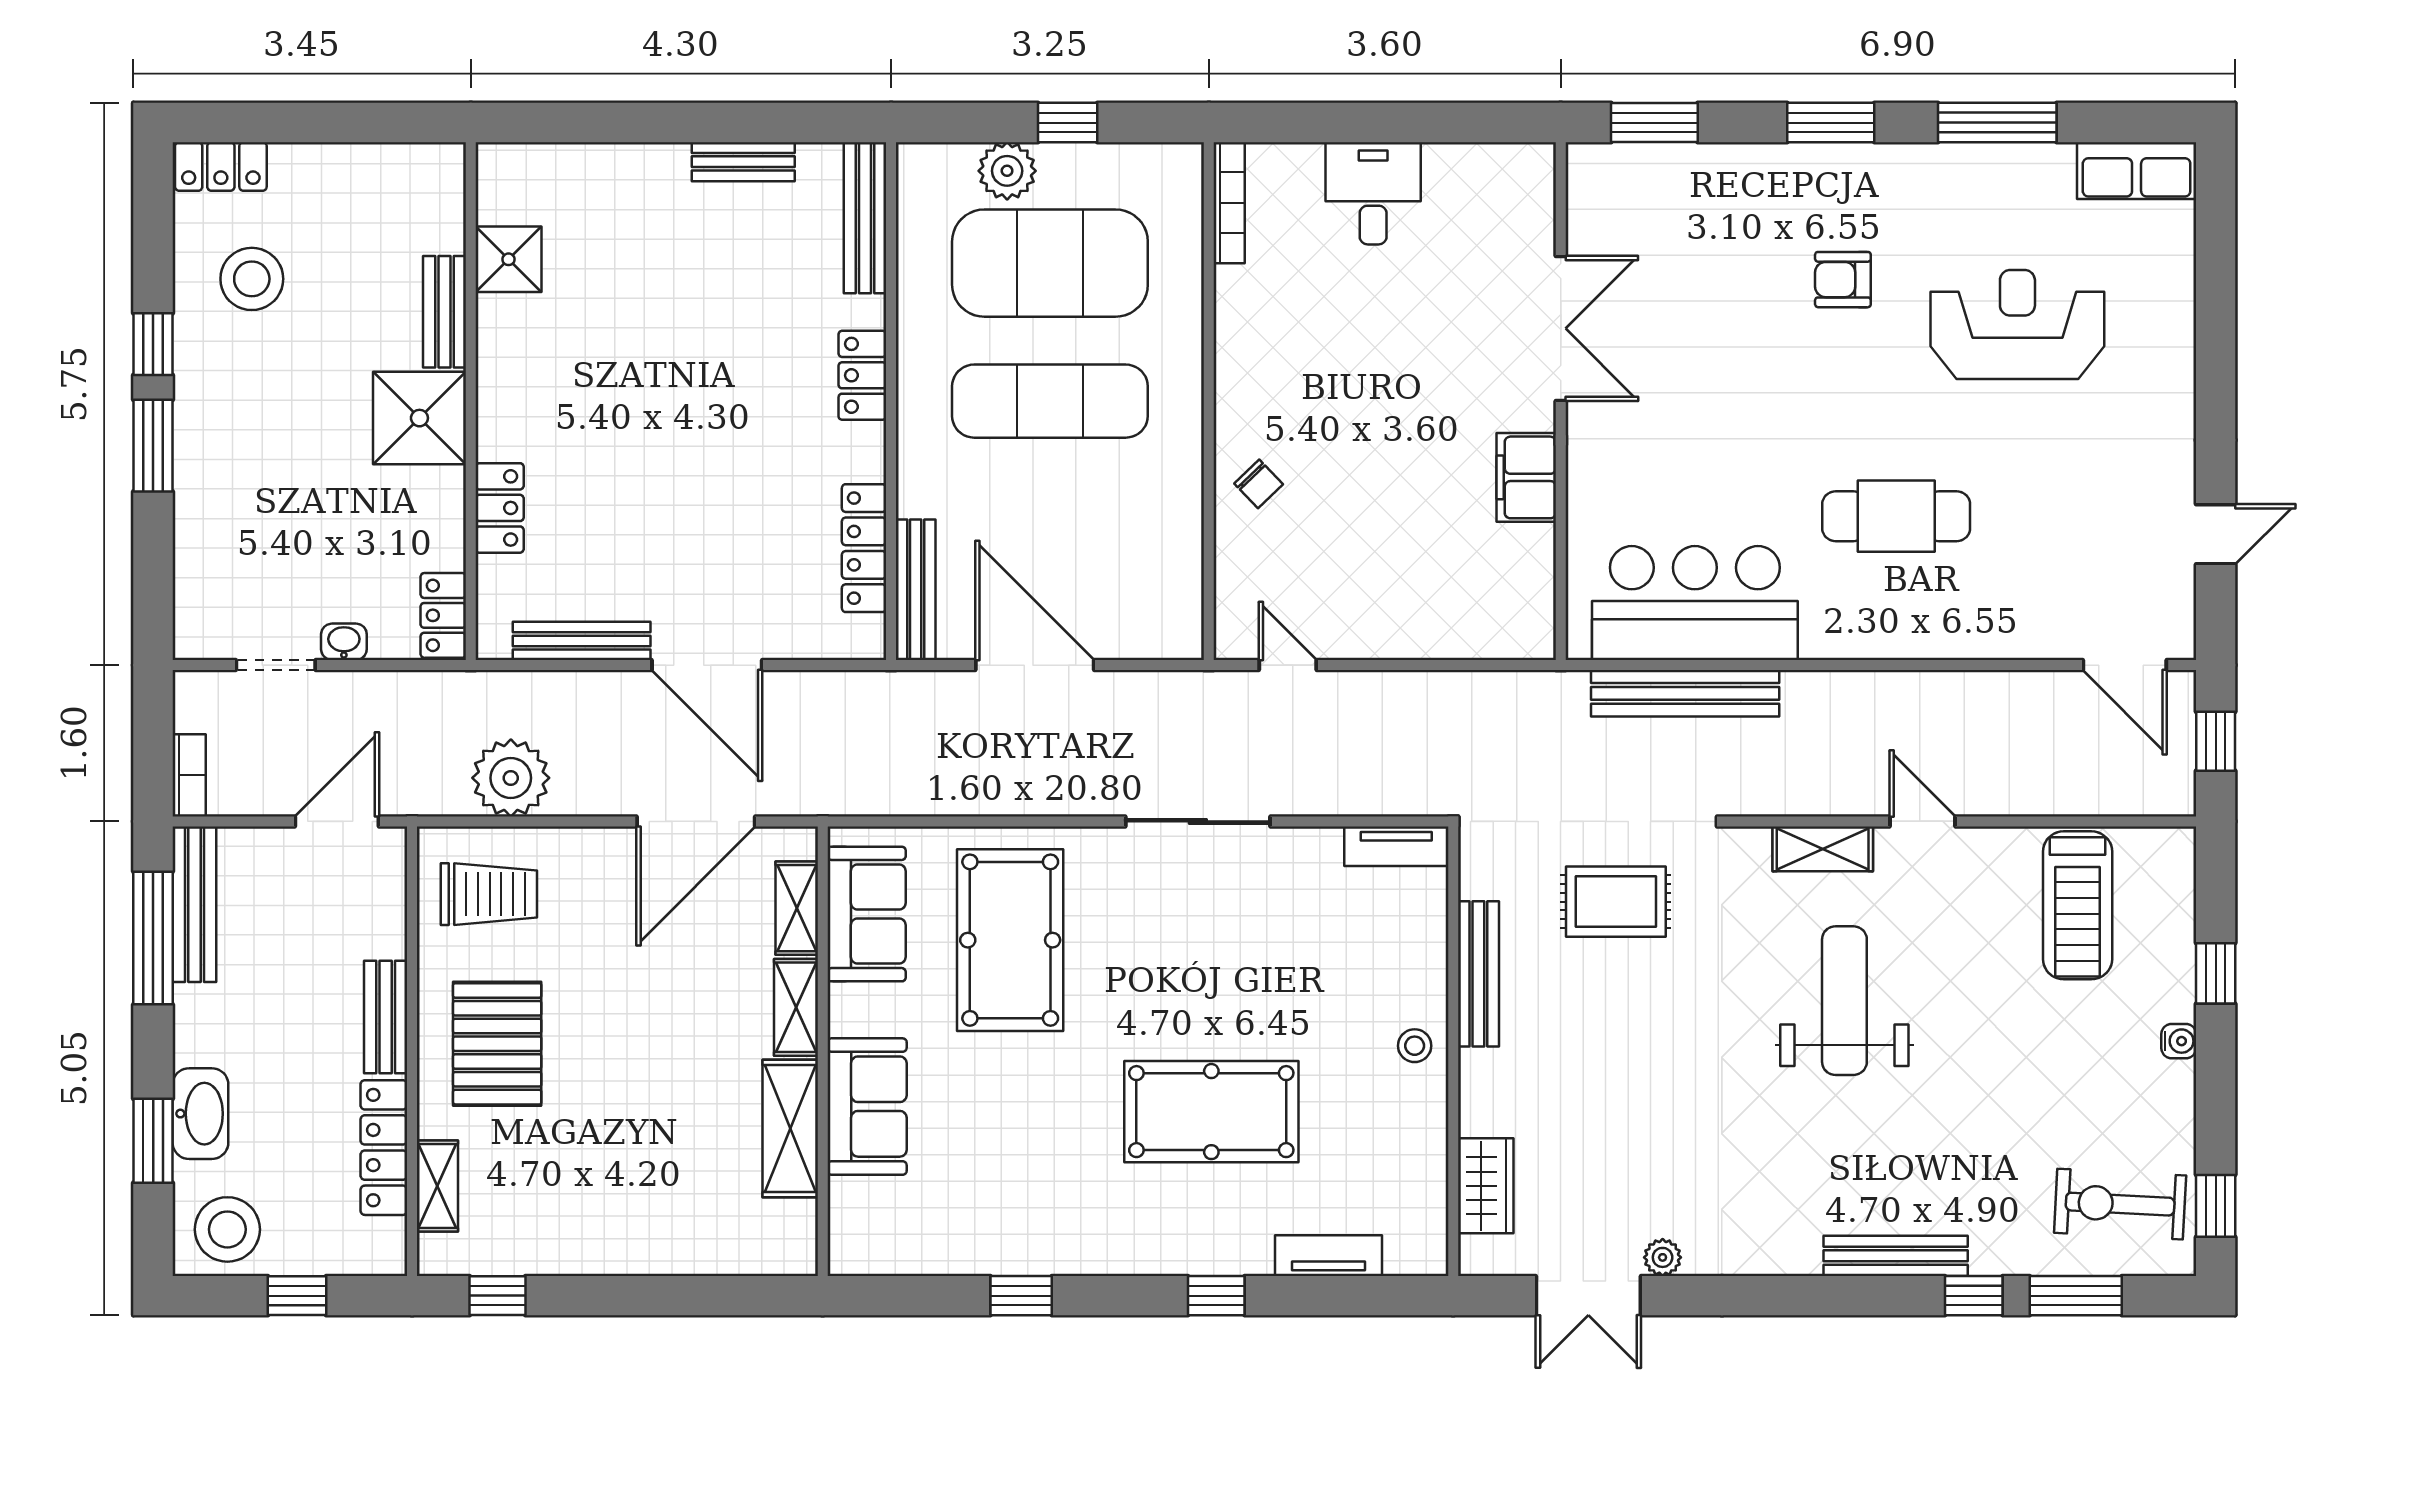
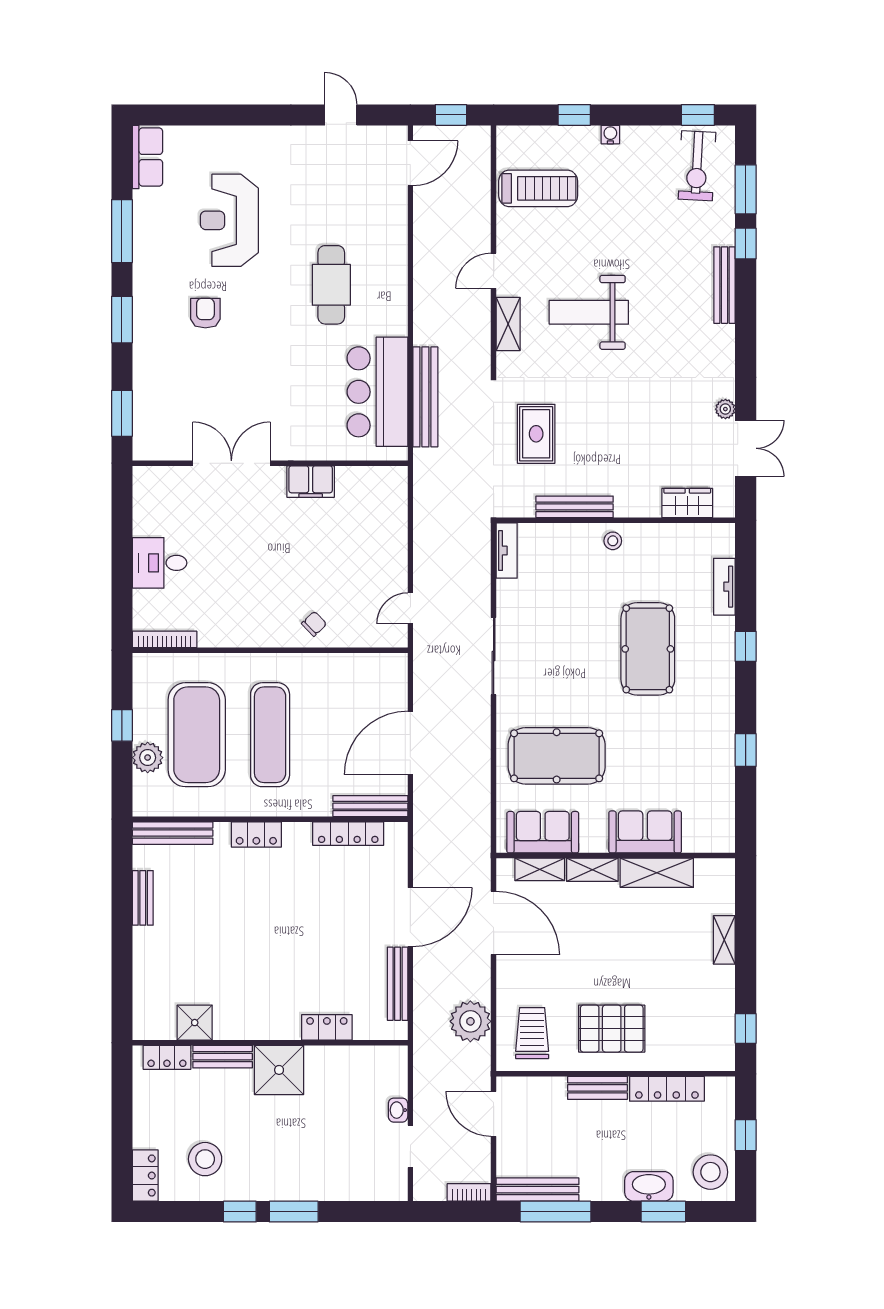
armchair: (1843, 280) -> (205, 313), turned 180
locker: (443, 615) -> (167, 1057), moved
shelving: (437, 1186) -> (724, 940), moved, turned 90

